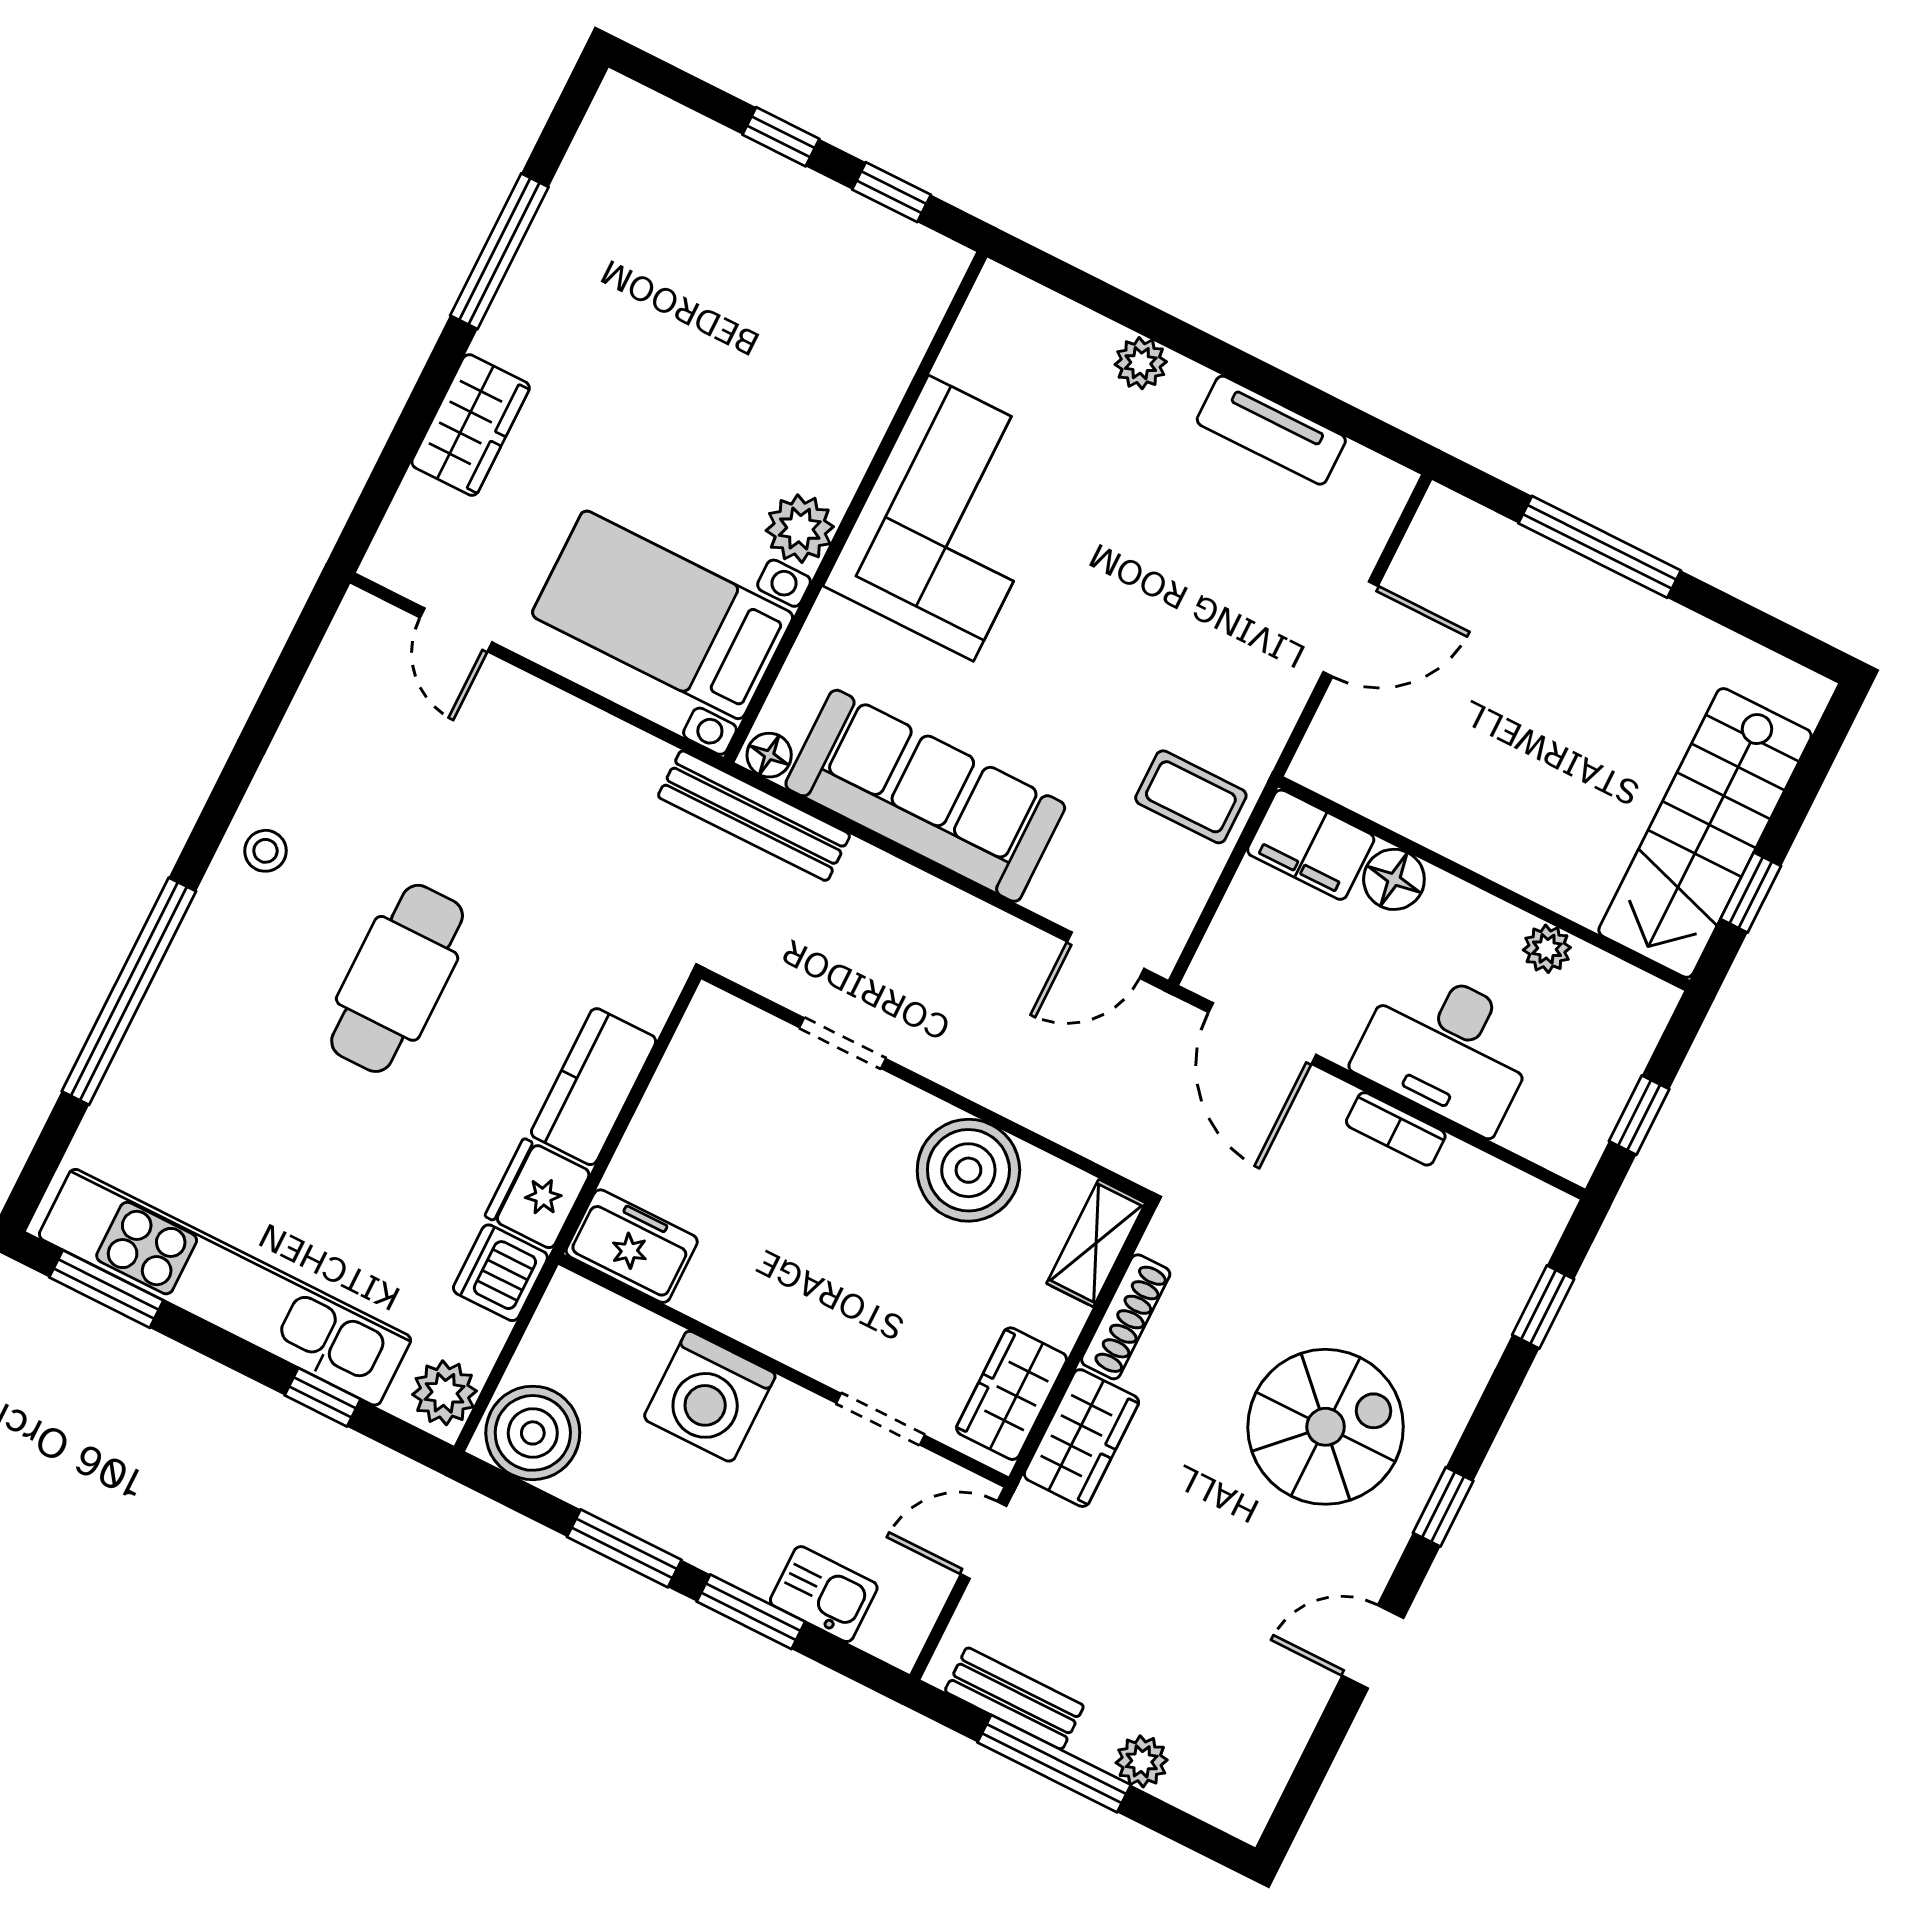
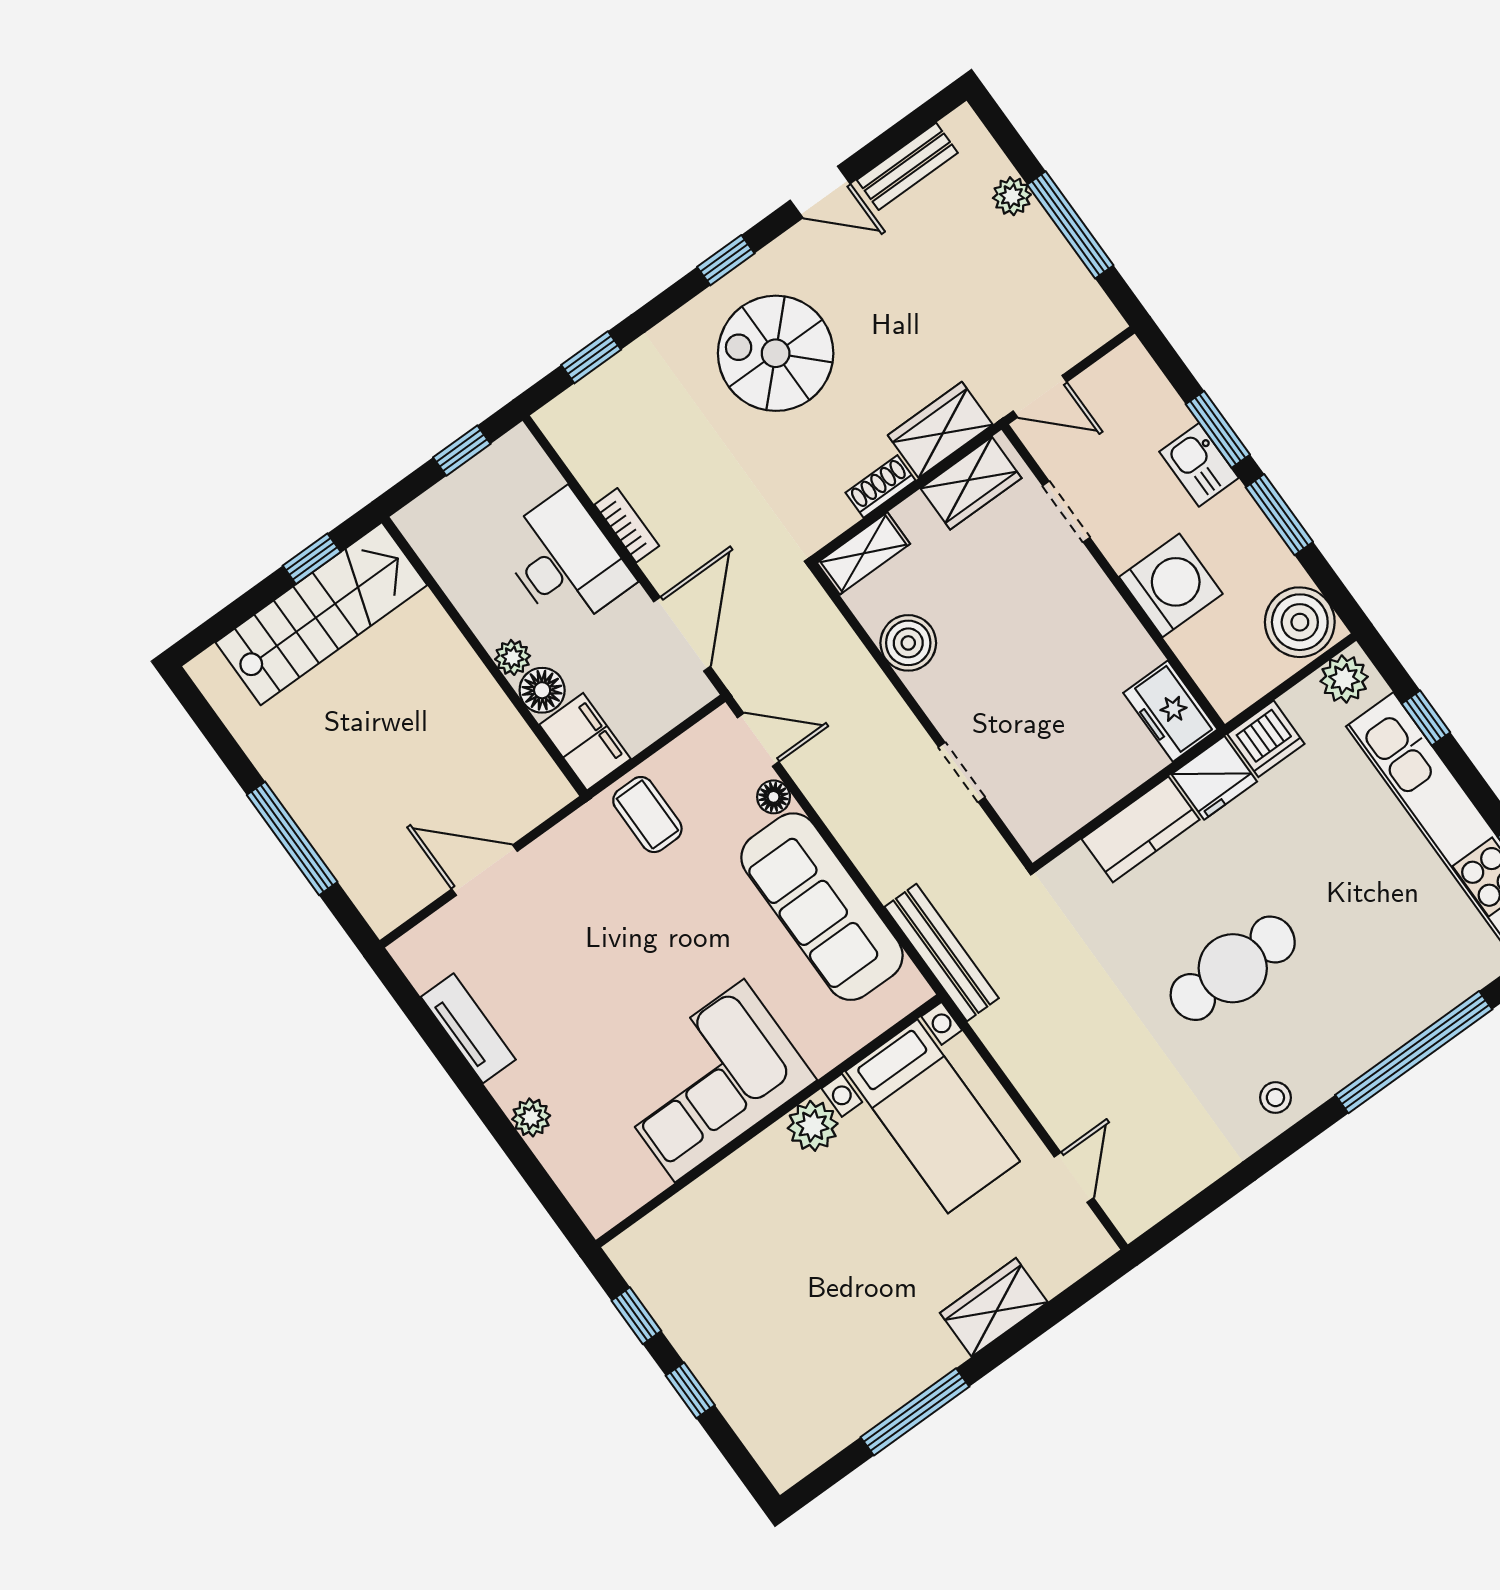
floor lamp: (769, 755) -> (774, 797), moved
plant: (1547, 949) -> (513, 657), moved
boiler: (968, 1170) -> (908, 643), width x0.73, depth x0.73
shoe rack: (1126, 1317) -> (881, 486), width x0.70
kitchen sink: (824, 1594) -> (1199, 465), moved
bench: (1014, 1698) -> (907, 166), moved, turned 90

